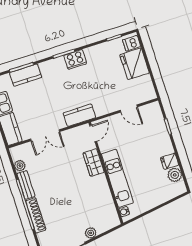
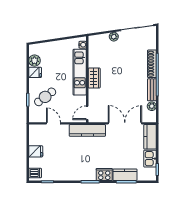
cooker: (75, 59) -> (104, 175), moved
fridge: (135, 64) -> (36, 151), width x0.53, depth x0.75
kitchen counter: (79, 115) -> (87, 130), width x1.50
double door: (45, 135) -> (125, 123), width x1.37
cafe table: (149, 136) -> (45, 97), added
wardrobe: (94, 163) -> (94, 78), moved

